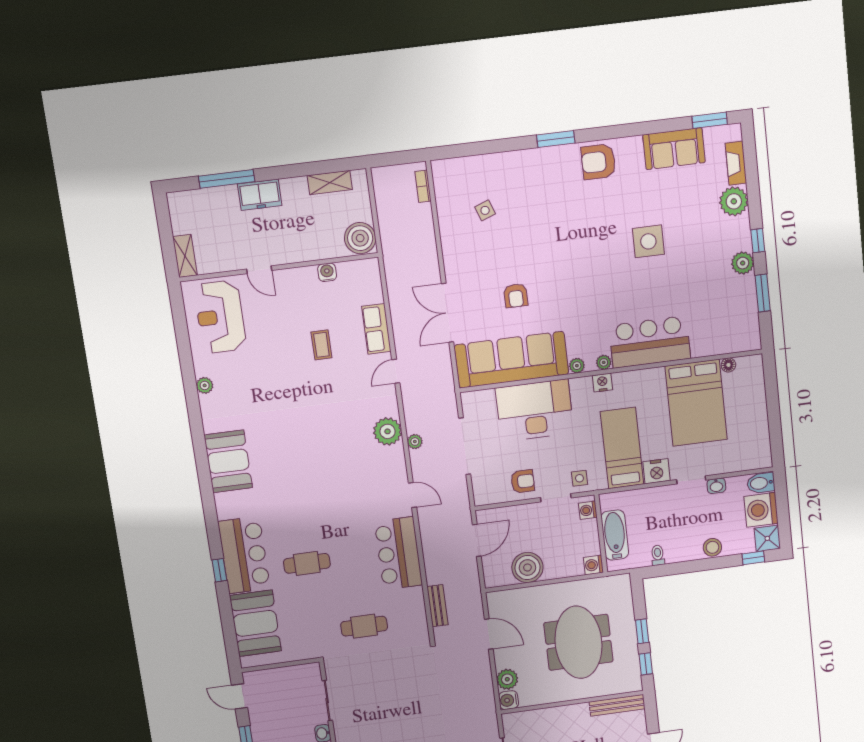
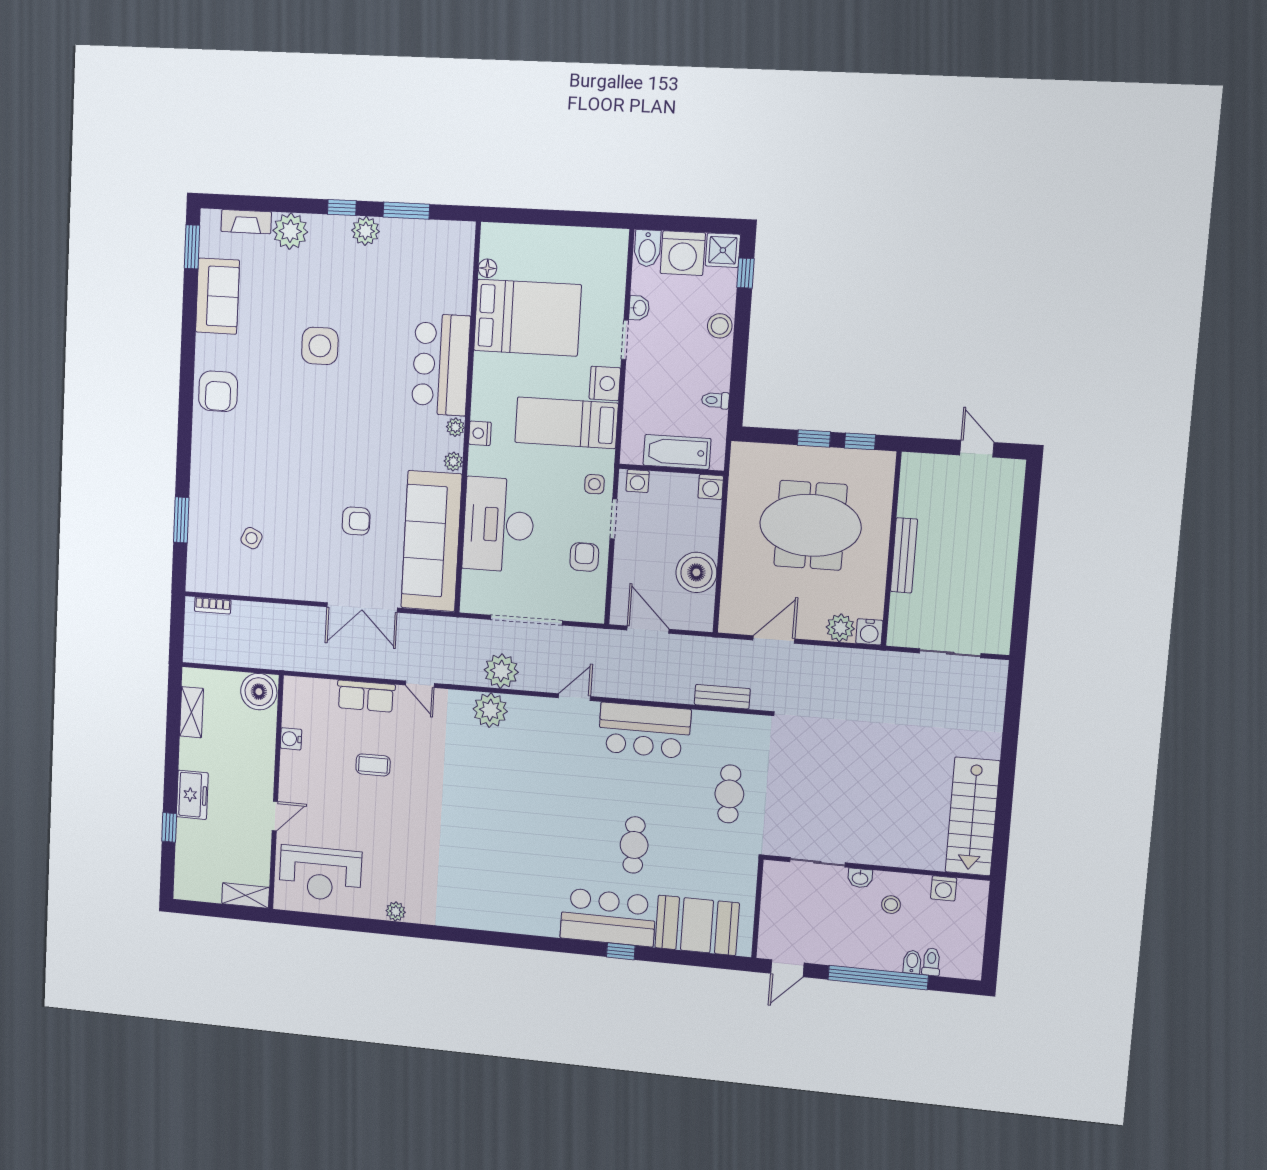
window: (556, 139) -> (181, 520), moved
window: (227, 179) -> (169, 827), width x0.46
side table: (485, 210) -> (252, 538), turned 45
plant: (415, 442) -> (501, 671), width x1.88, depth x1.88
booth: (228, 461) -> (490, 907), removed
bench: (617, 705) -> (904, 555), moved

